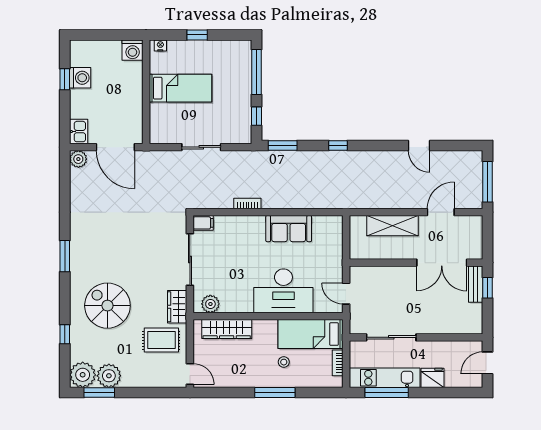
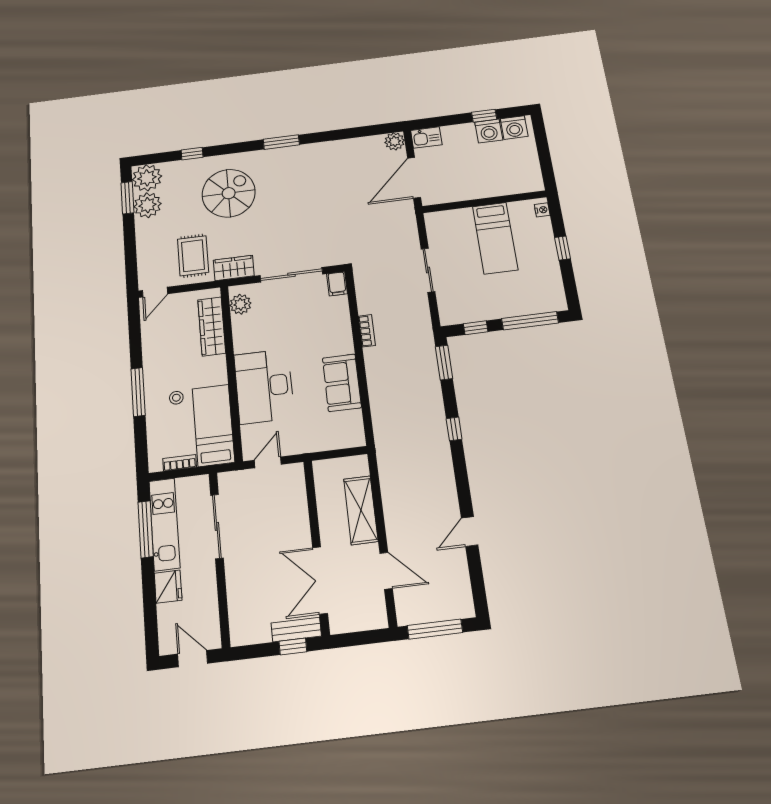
washing machine: (133, 50) -> (514, 128), moved, turned -90

